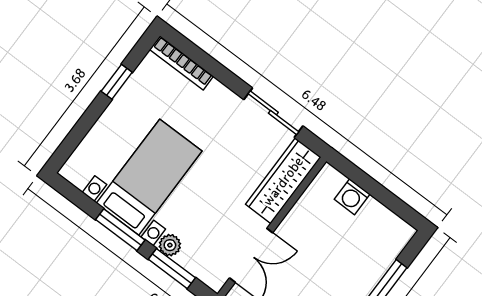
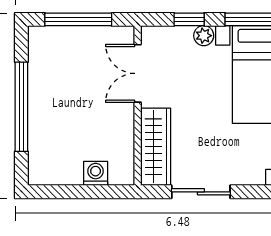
window: (172, 269) -> (189, 19), width x0.67

